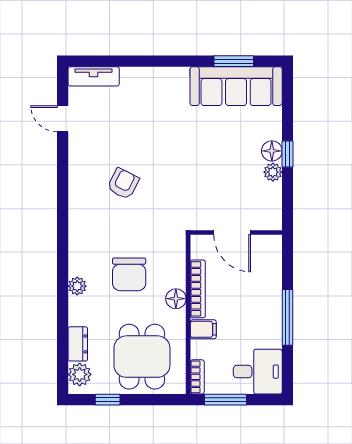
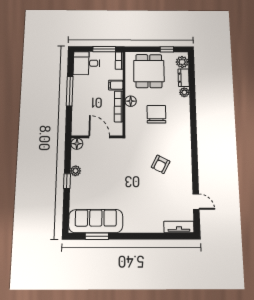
floor lamp: (272, 151) -> (77, 144), moved
plant: (77, 286) -> (184, 92), moved

